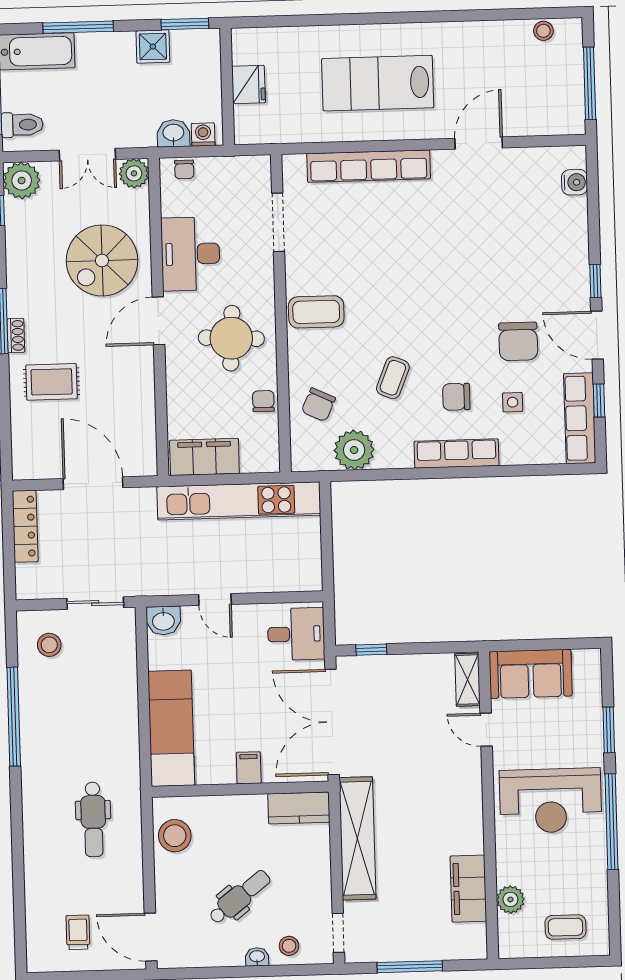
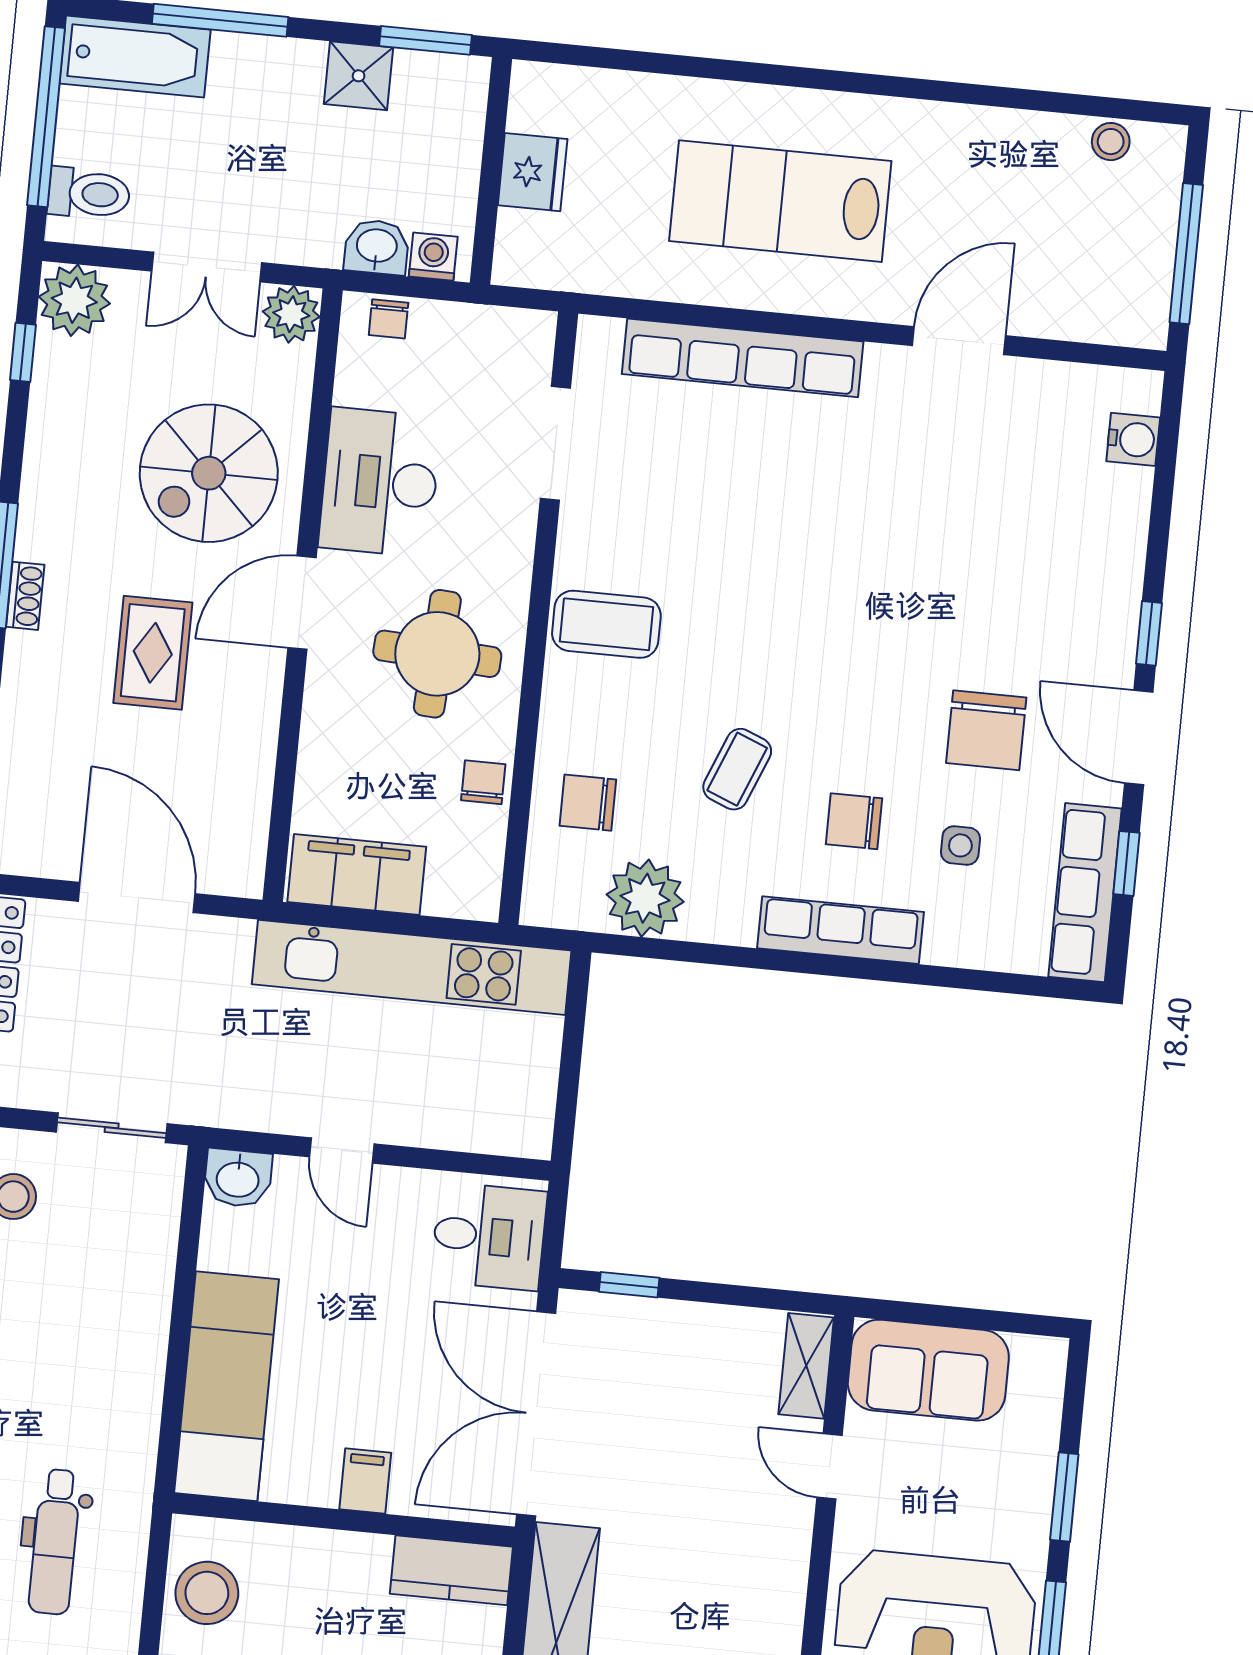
rug: (52, 382) -> (153, 653), moved, turned 90
chair: (318, 405) -> (588, 803), turned 65

